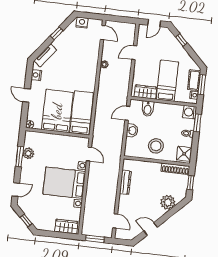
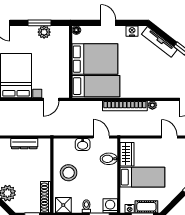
tv unit: (45, 55) -> (159, 42), width x1.41
bookcase: (102, 89) -> (125, 106), added
door: (27, 95) -> (108, 23), hinge flipped

